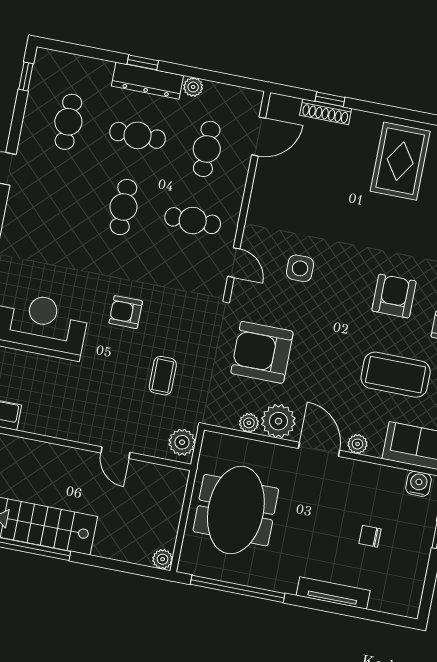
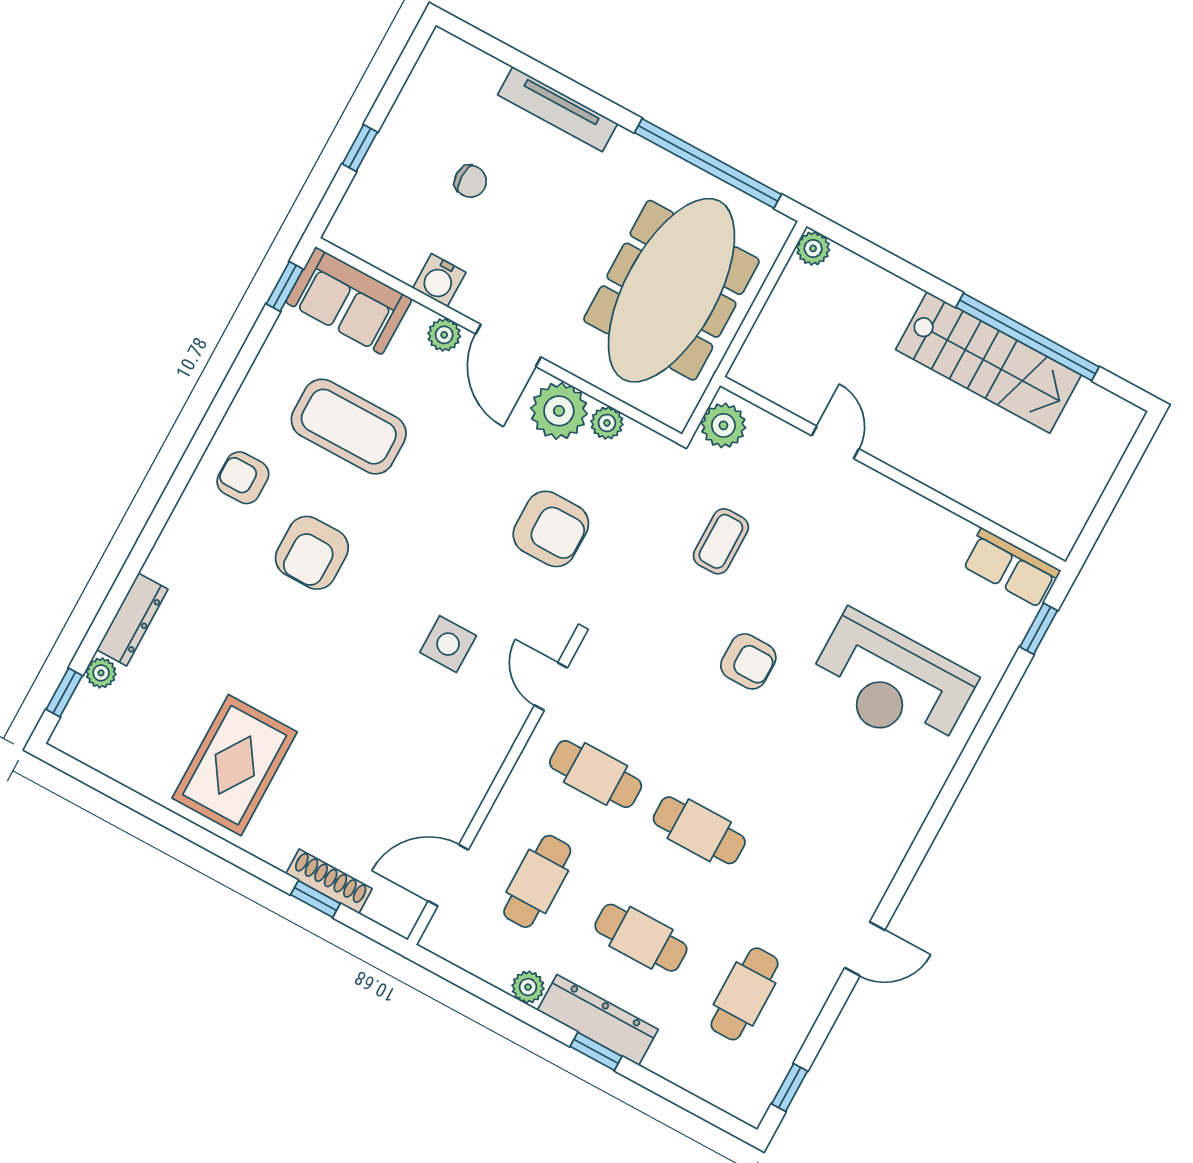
cafe table: (123, 207) -> (699, 830), turned 90
armchair: (262, 352) -> (551, 529), width x0.73, depth x0.73
water cooler: (418, 484) -> (439, 280), moved
meeting table: (236, 510) -> (671, 290), width x1.36

